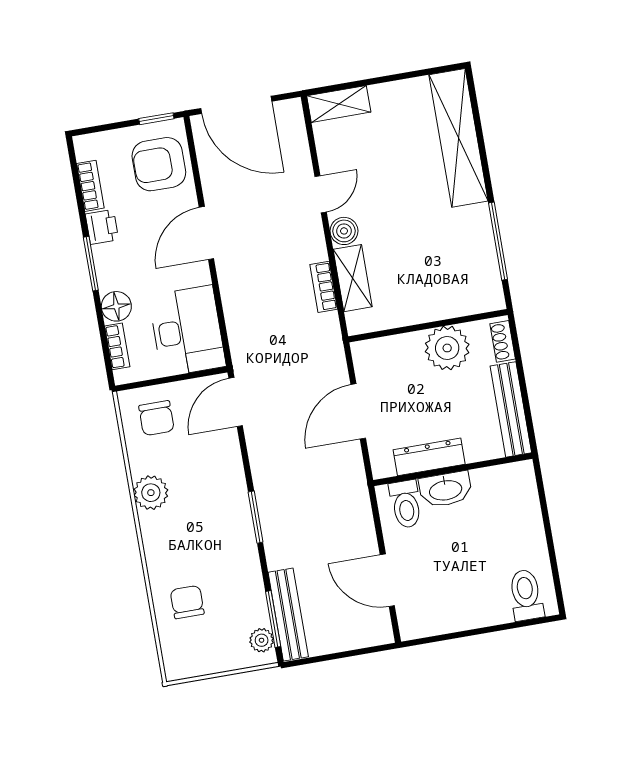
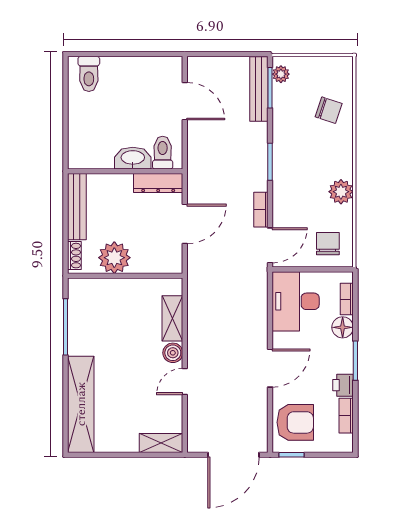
door: (236, 105) -> (233, 455), swing flipped
bookcase: (324, 287) -> (261, 210), moved, turned 180
dresser: (429, 457) -> (158, 183), moved
chair: (187, 602) -> (329, 110), turned -72

